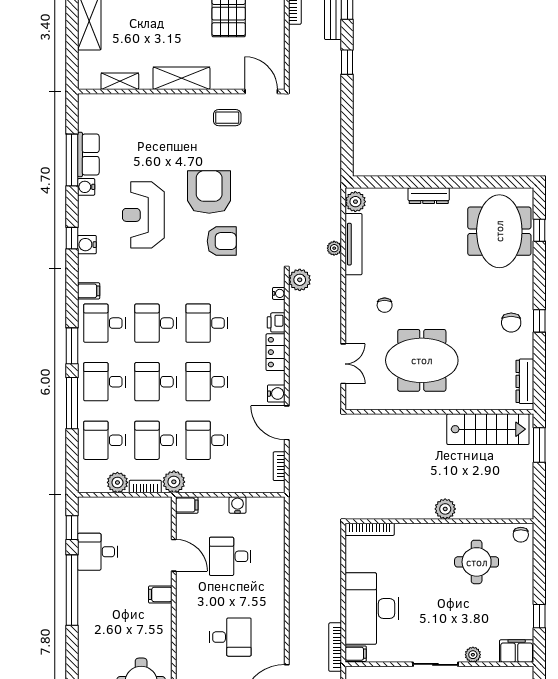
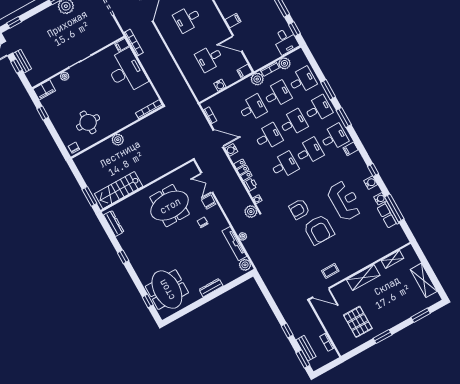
water cooler: (87, 245) -> (371, 183), moved
chair: (511, 323) -> (209, 202), moved
window: (72, 403) -> (328, 90), width x0.69
desk: (98, 552) -> (286, 41), moved, turned 90
desk: (230, 556) -> (209, 58), turned 180

